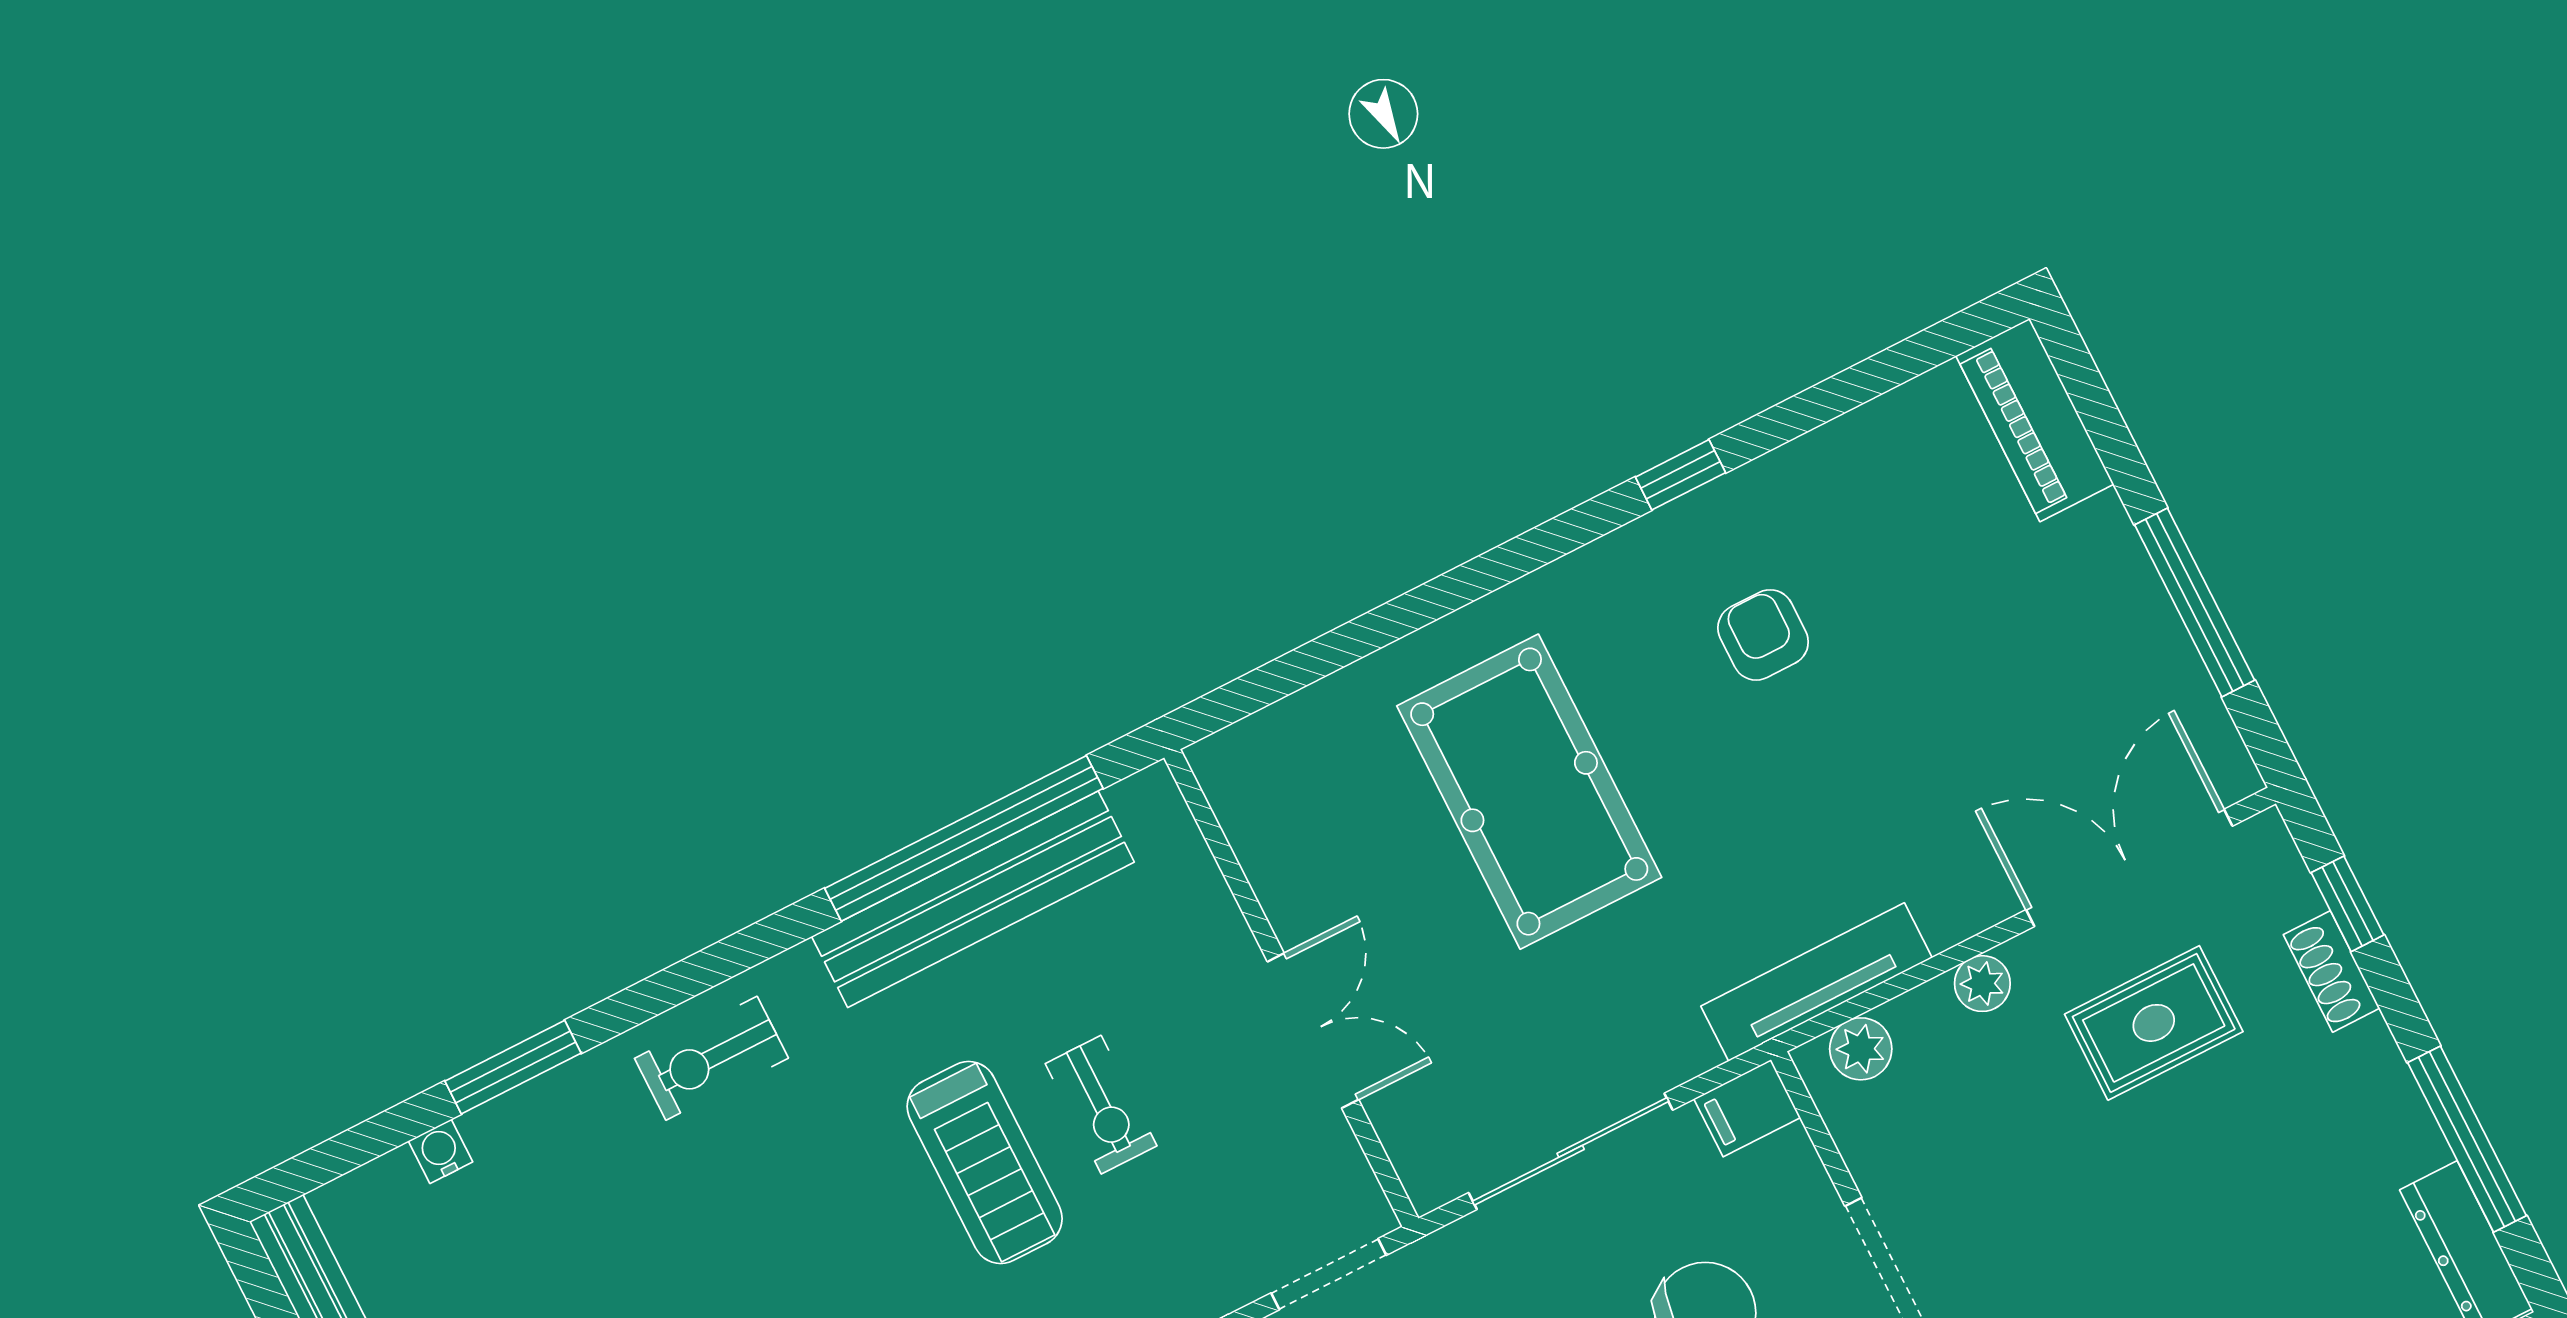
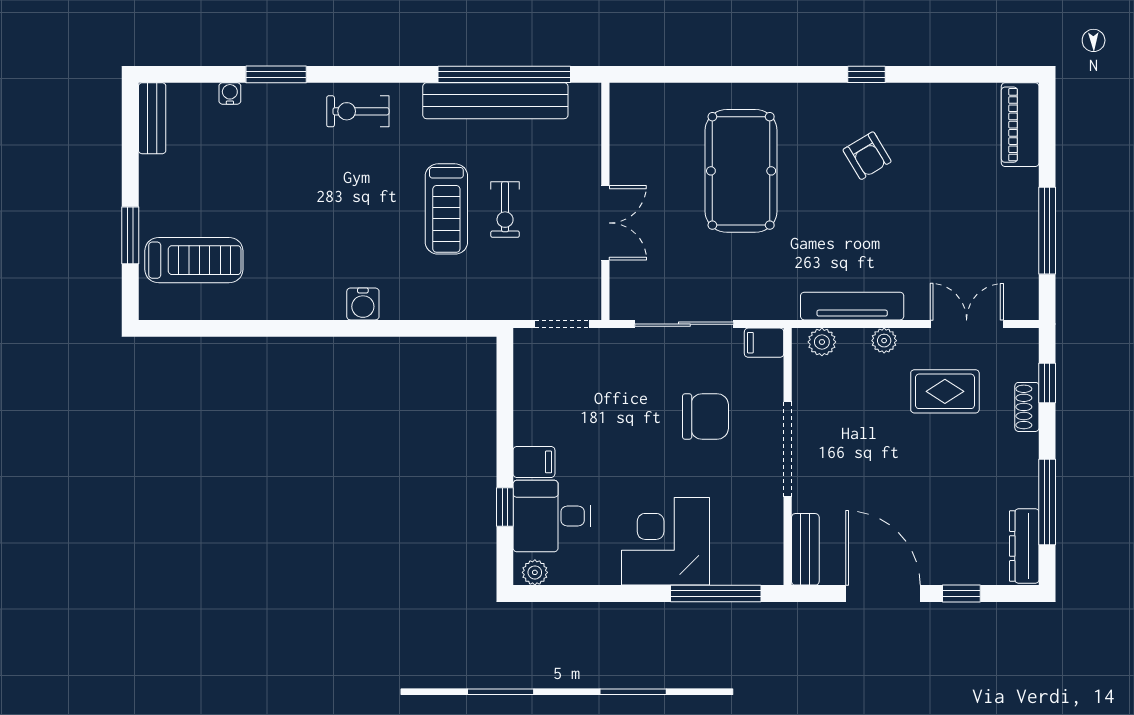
armchair: (1763, 635) -> (867, 156), turned 149
double door: (2129, 868) -> (967, 324), width x0.73
tv unit: (1817, 982) -> (852, 306), moved

